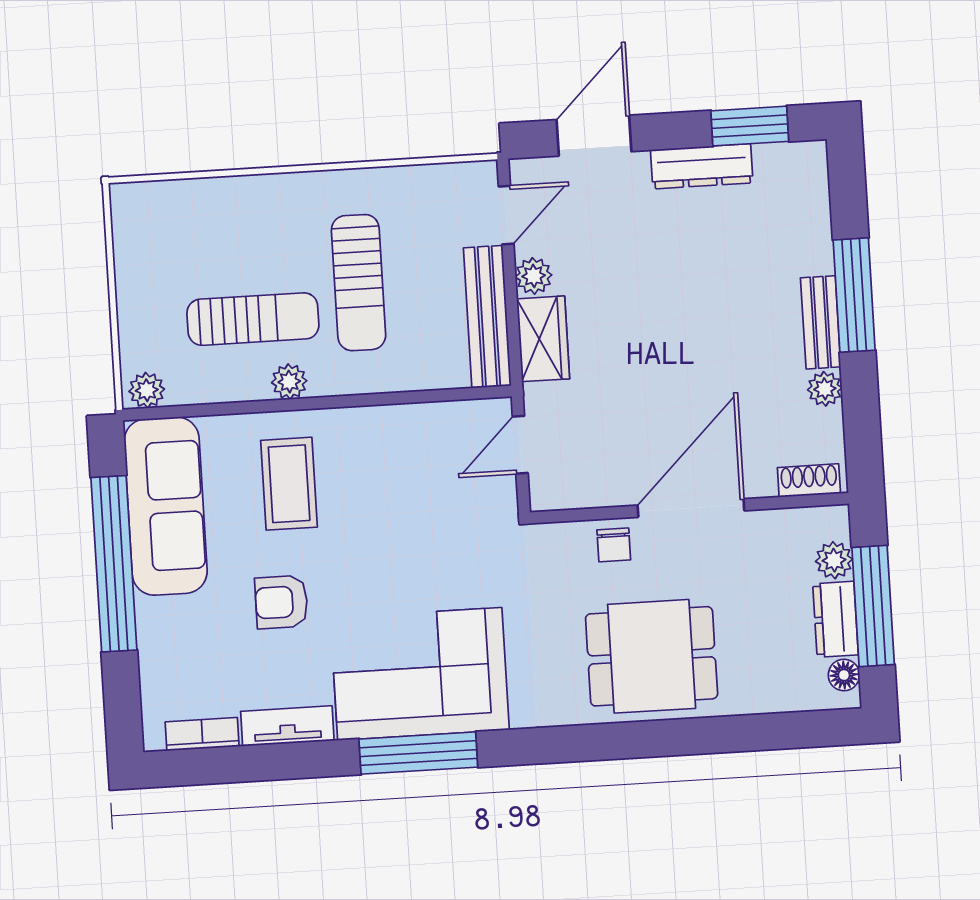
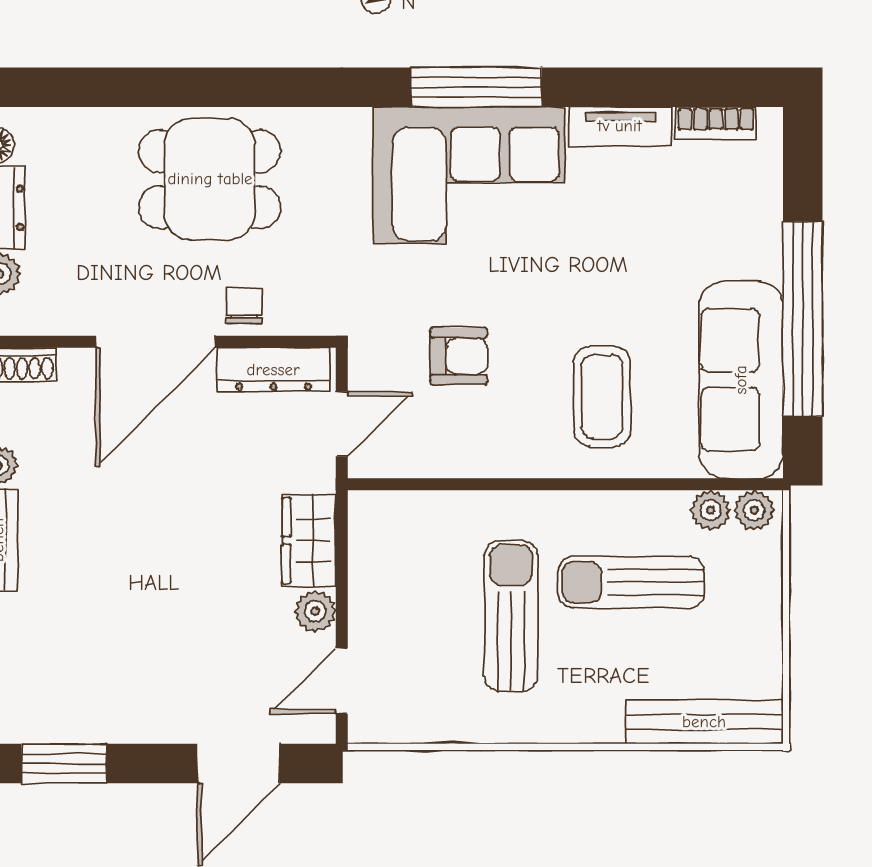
dresser: (702, 166) -> (273, 370), moved, turned 180
bench: (487, 317) -> (704, 722), moved, turned 90
plant: (289, 382) -> (711, 510), moved
armchair: (281, 602) -> (459, 356), moved

